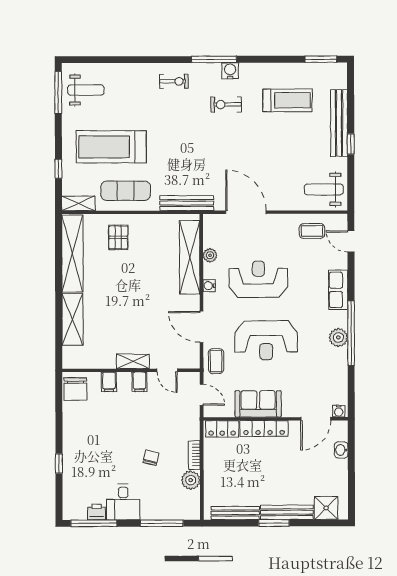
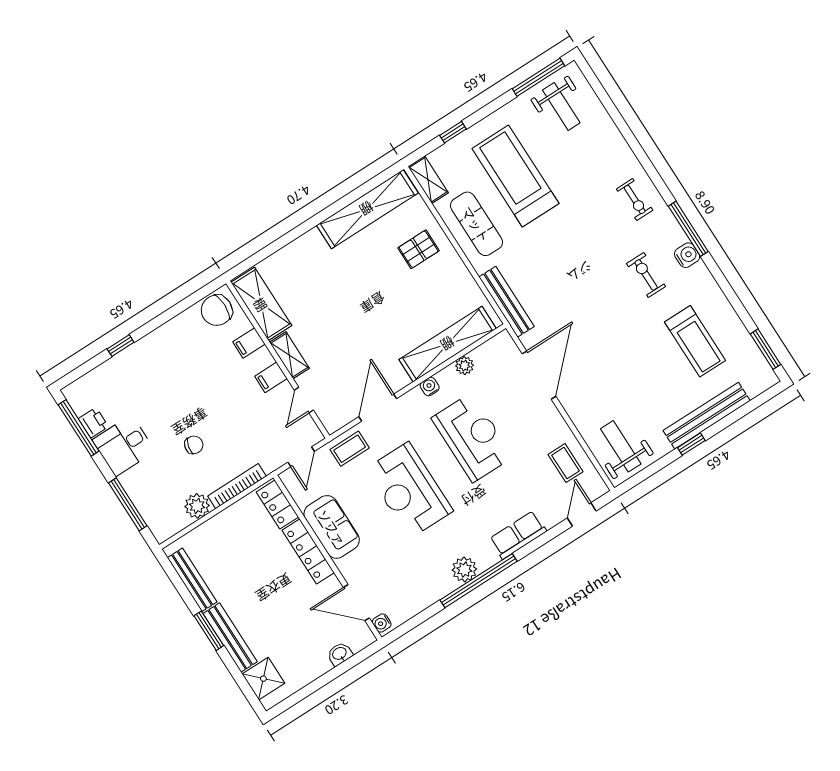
shelving: (72, 319) -> (261, 304), moved, turned 90
bookcase: (194, 455) -> (237, 486), width x1.56

